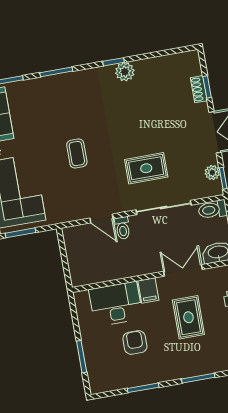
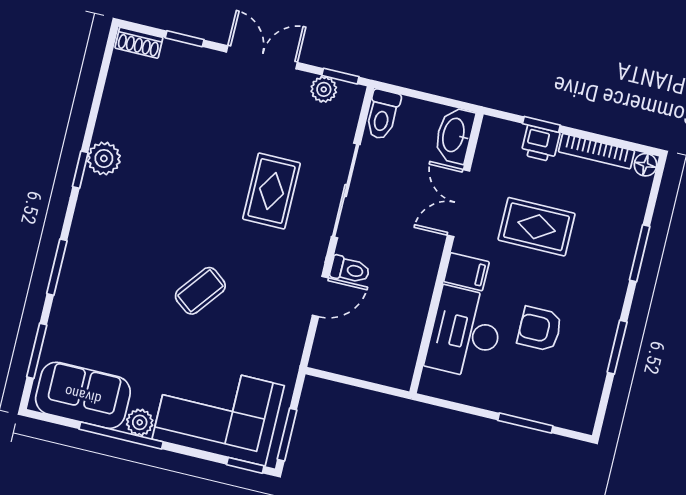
shoe rack: (199, 89) -> (139, 43), moved
coffee table: (77, 154) -> (200, 291), turned -52

